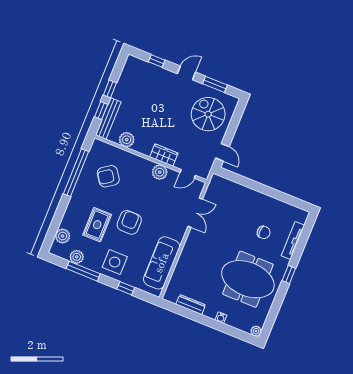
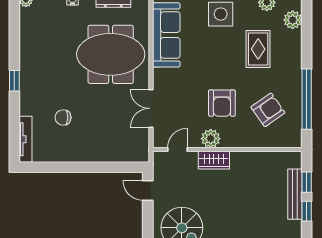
bench: (108, 119) -> (295, 194), moved
plant: (127, 140) -> (264, 161), removed
armchair: (129, 222) -> (222, 103), moved
tv unit: (293, 241) -> (26, 139), moved
meeting table: (248, 279) -> (111, 54), moved

